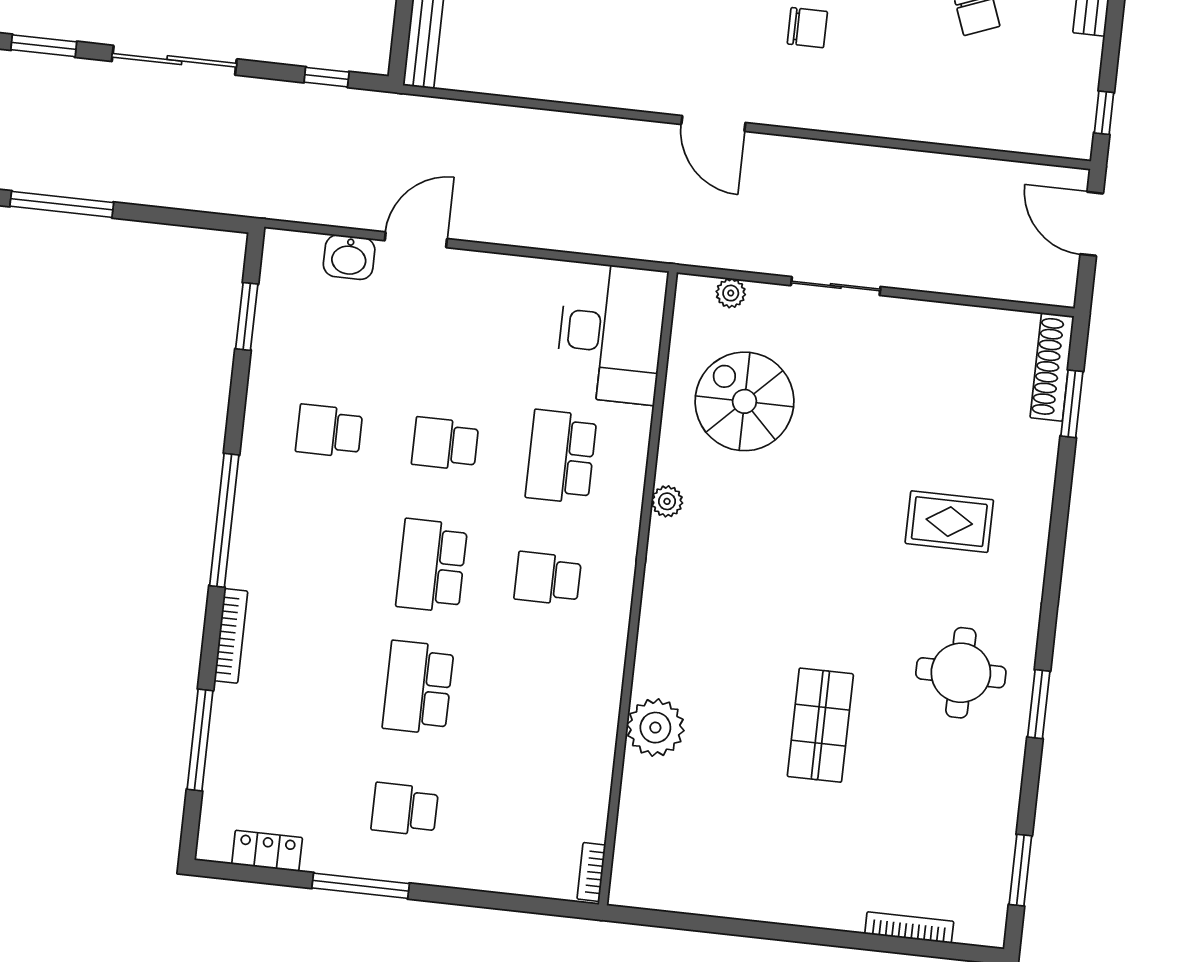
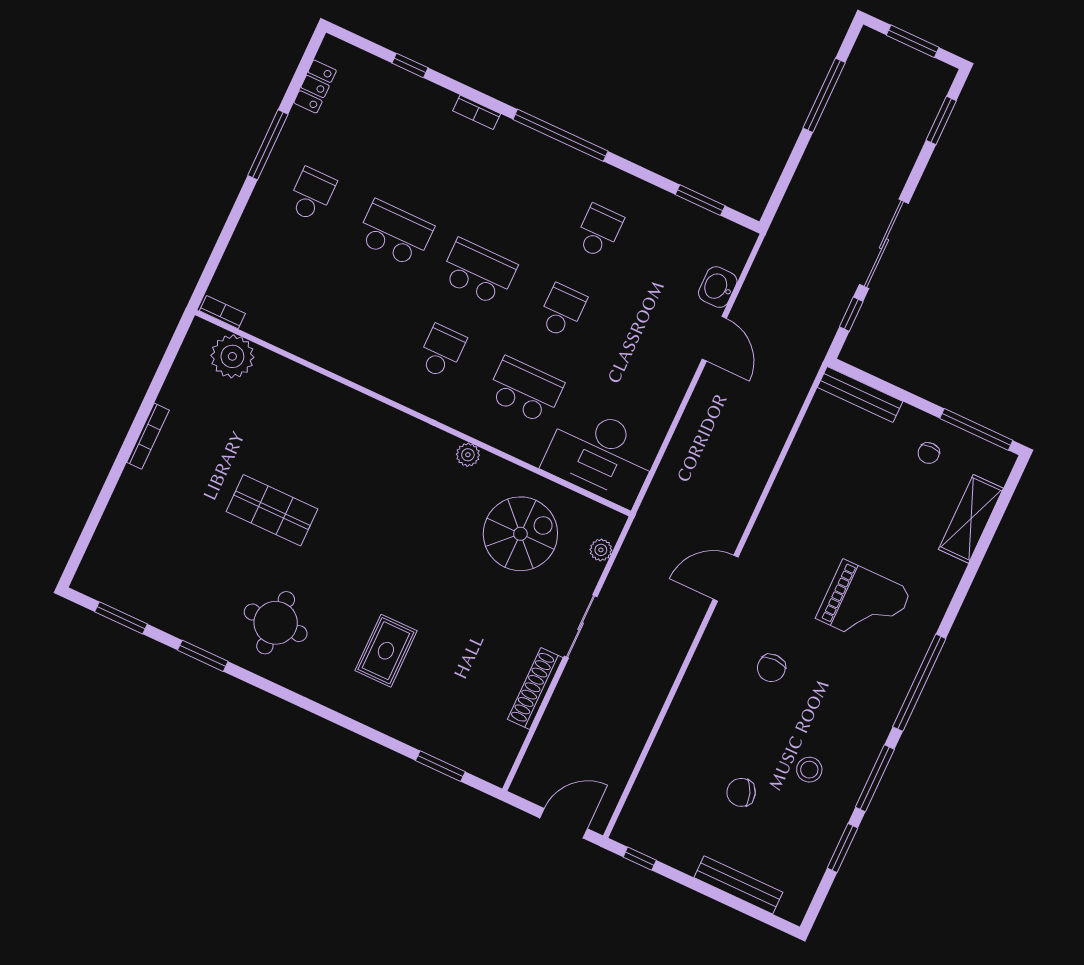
sliding door: (174, 60) -> (884, 244), moved
shoe rack: (1052, 367) -> (535, 688), moved, turned -90
bookcase: (231, 636) -> (477, 112), width x0.64
window: (1039, 704) -> (203, 656), moved
plant: (655, 728) -> (232, 356), moved
window: (200, 740) -> (410, 65), width x0.46
bookcase: (909, 928) -> (148, 436), moved

